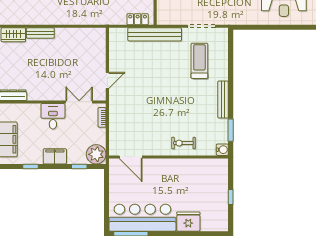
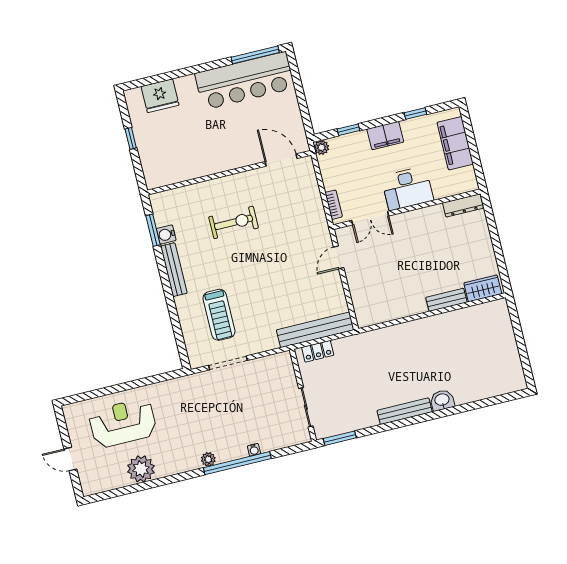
bench: (155, 34) -> (315, 330), moved
desk: (53, 116) -> (407, 188), width x1.37
exercise bike: (183, 143) -> (234, 222), moved, width x1.38, depth x1.39
water cooler: (222, 150) -> (166, 235), moved
plant: (96, 154) -> (321, 147), width x0.53, depth x0.53
fridge: (188, 222) -> (160, 96), moved

